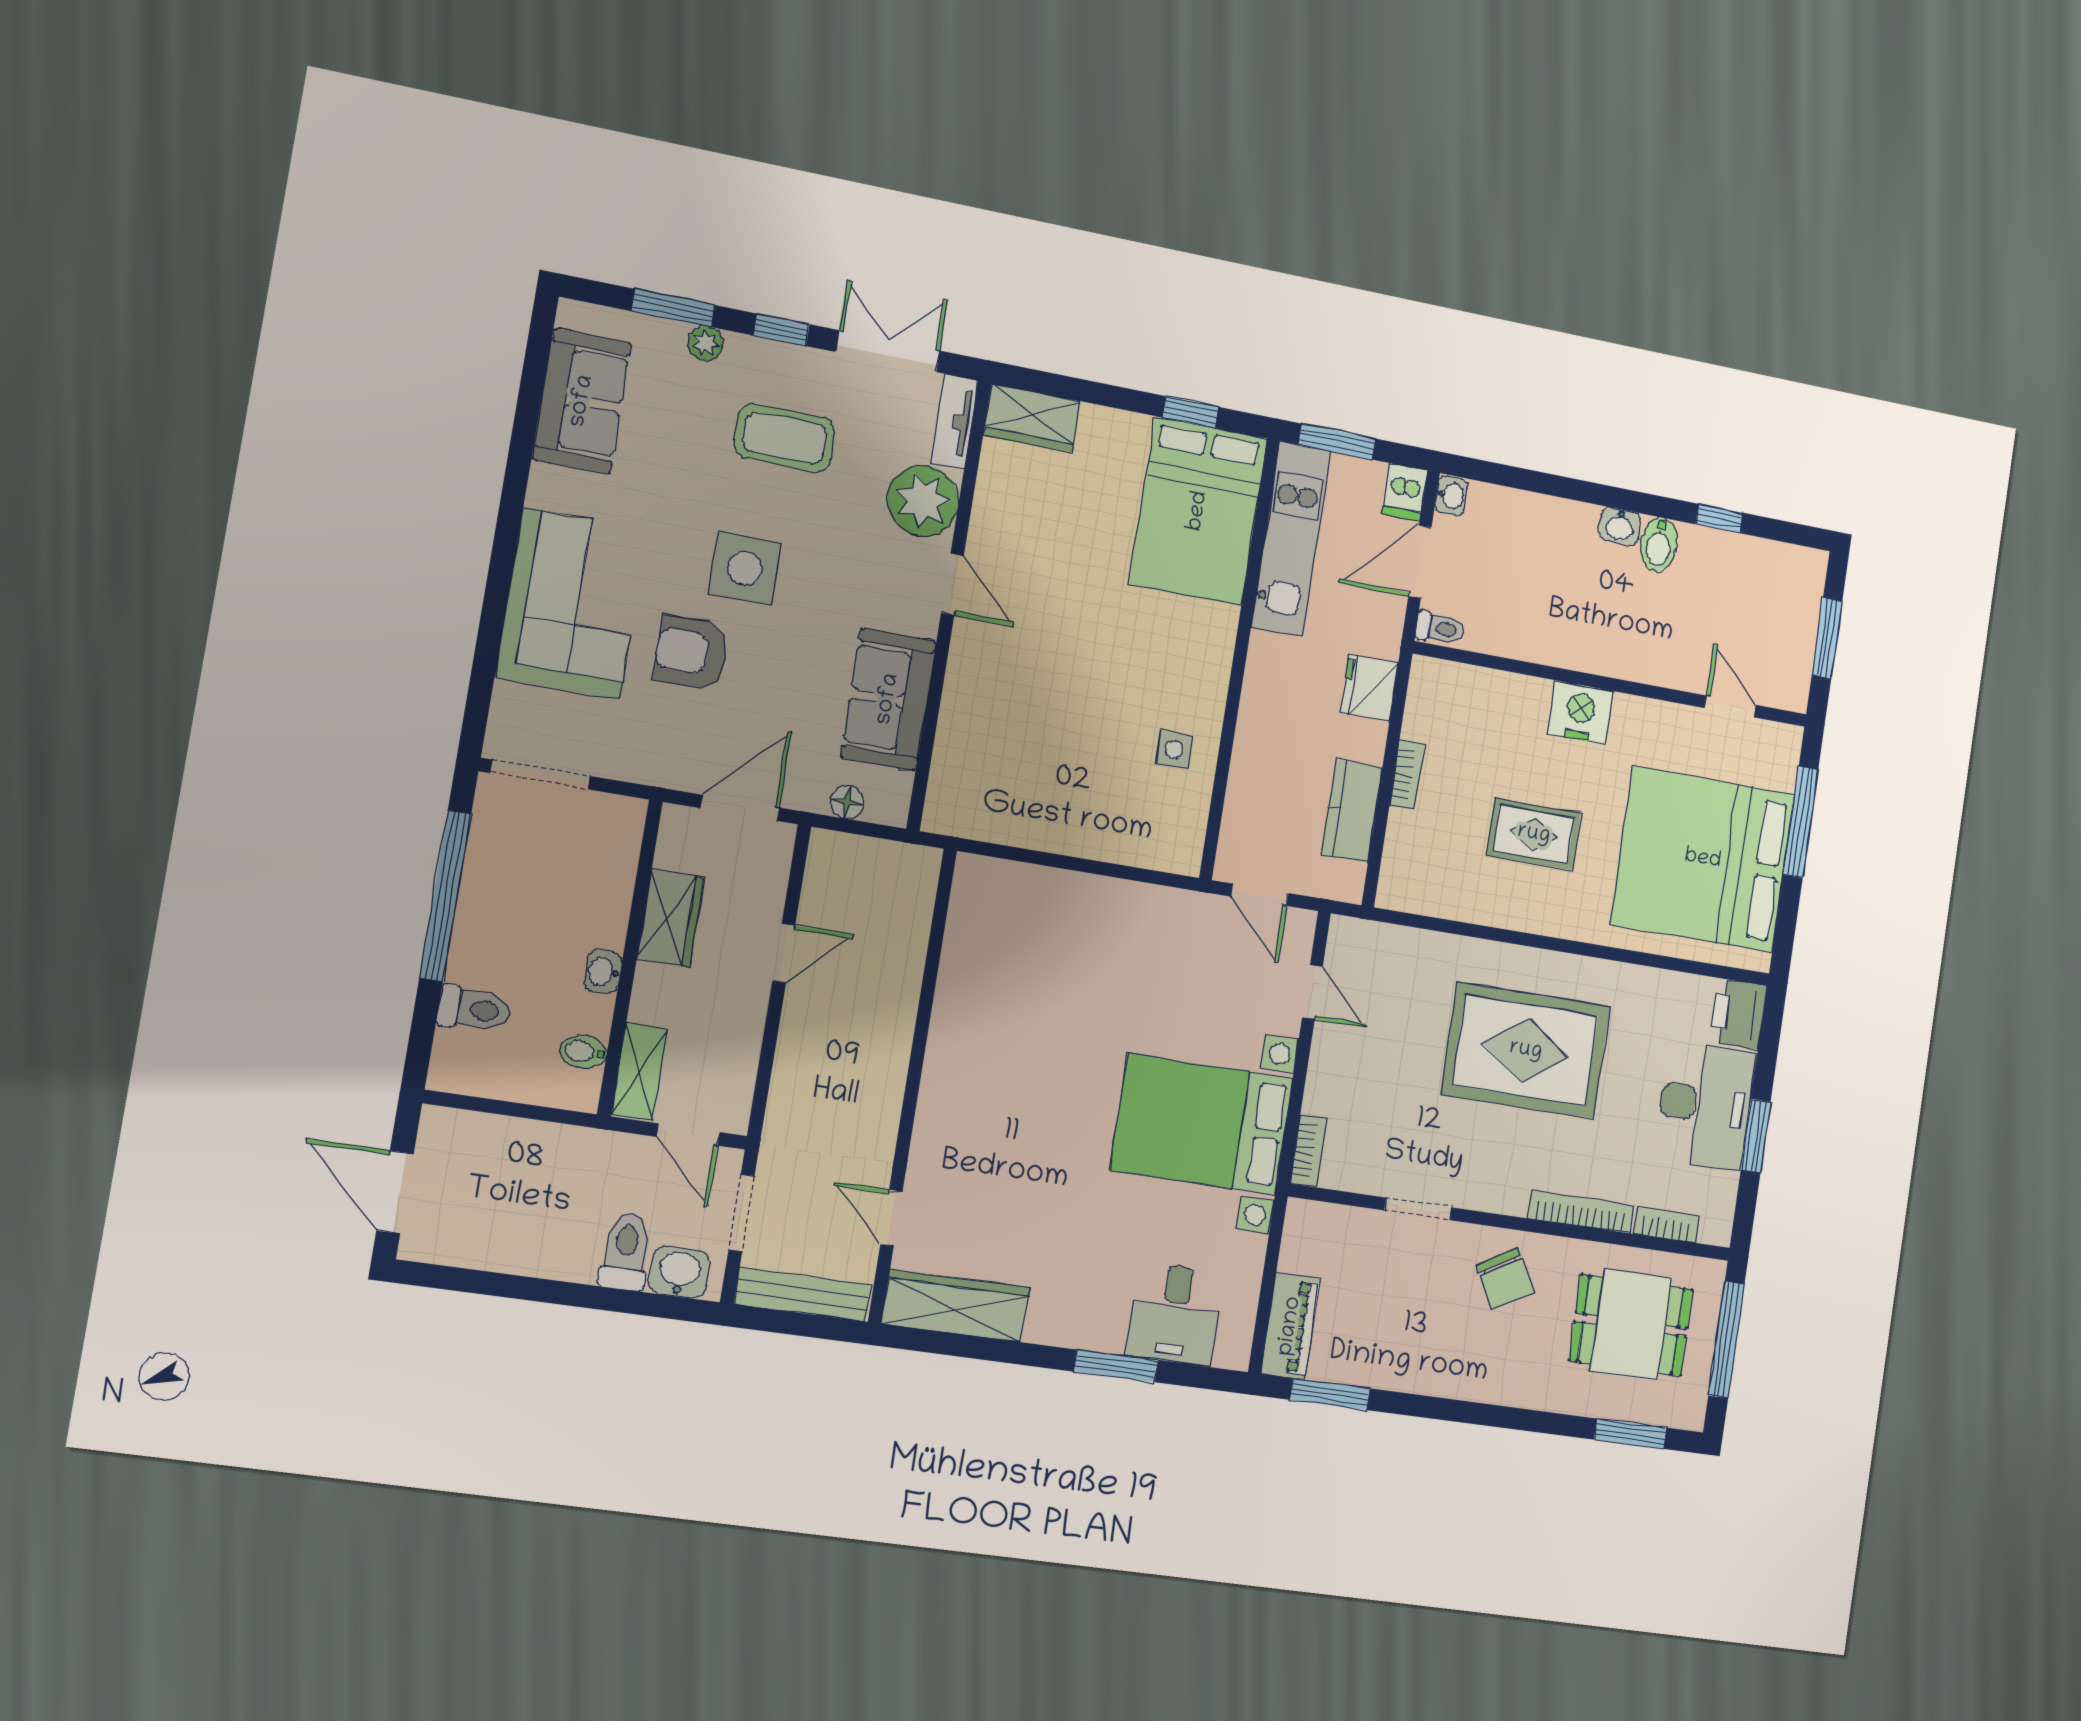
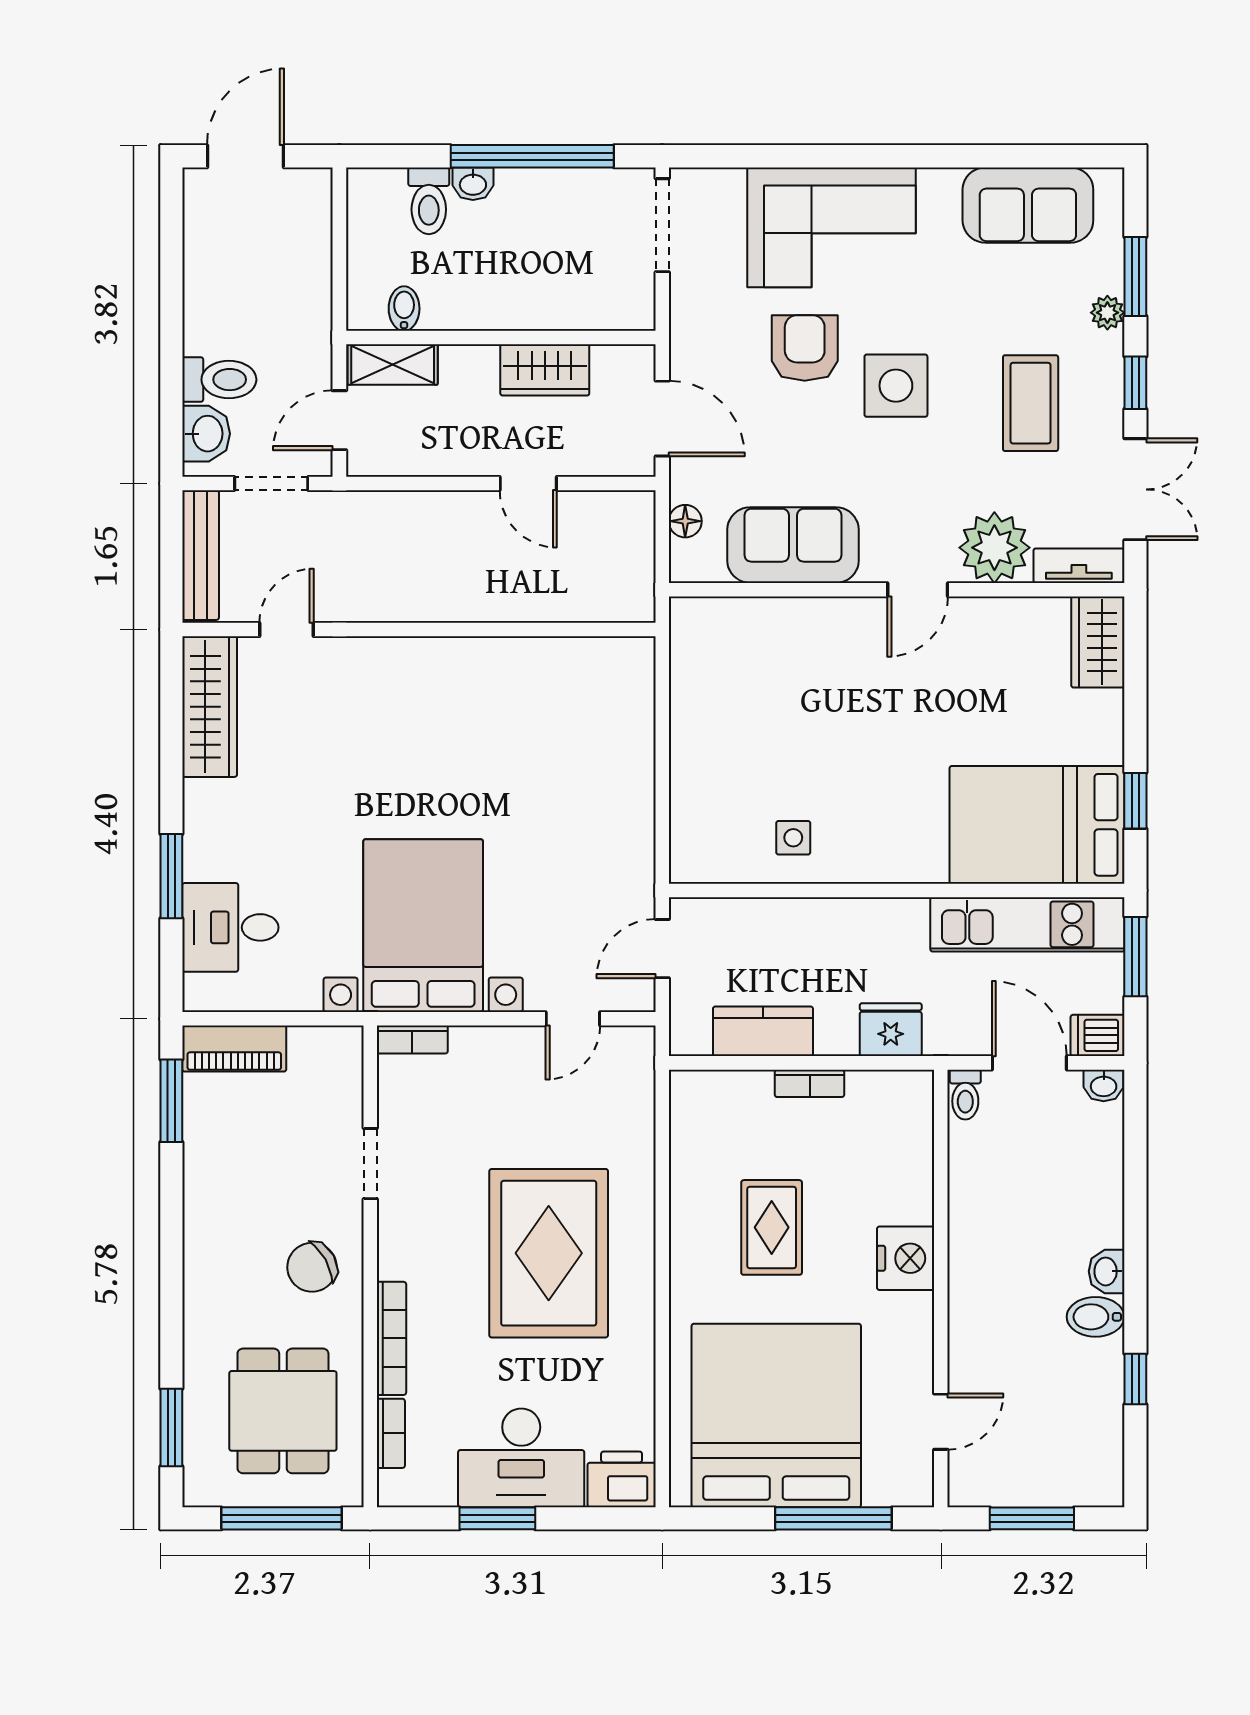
washbasin: (603, 972) -> (473, 184), moved, turned 180

